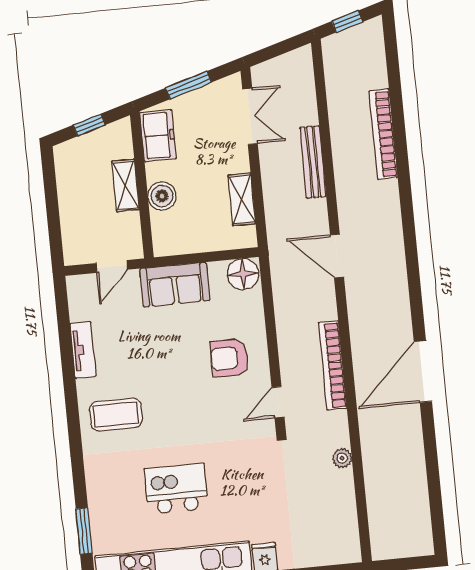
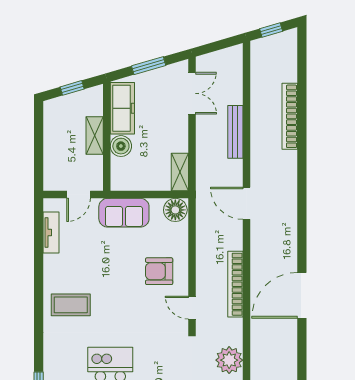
freezer: (158, 136) -> (122, 108), width x1.40
shelving: (242, 199) -> (180, 172), moved
tv unit: (83, 350) -> (51, 232), moved
door: (278, 402) -> (192, 308), hinge flipped
plant: (342, 458) -> (229, 360), width x1.88, depth x1.88

